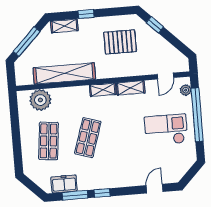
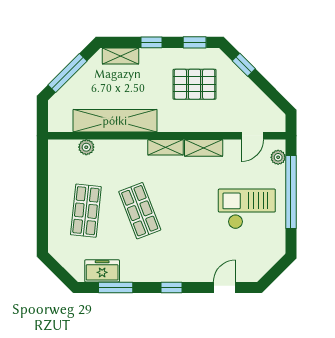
window: (118, 11) -> (195, 42), added
plant: (40, 100) -> (86, 147), width x0.53, depth x0.53
shop shelf: (88, 138) -> (140, 211), turned -39
window: (102, 193) -> (172, 288), moved

